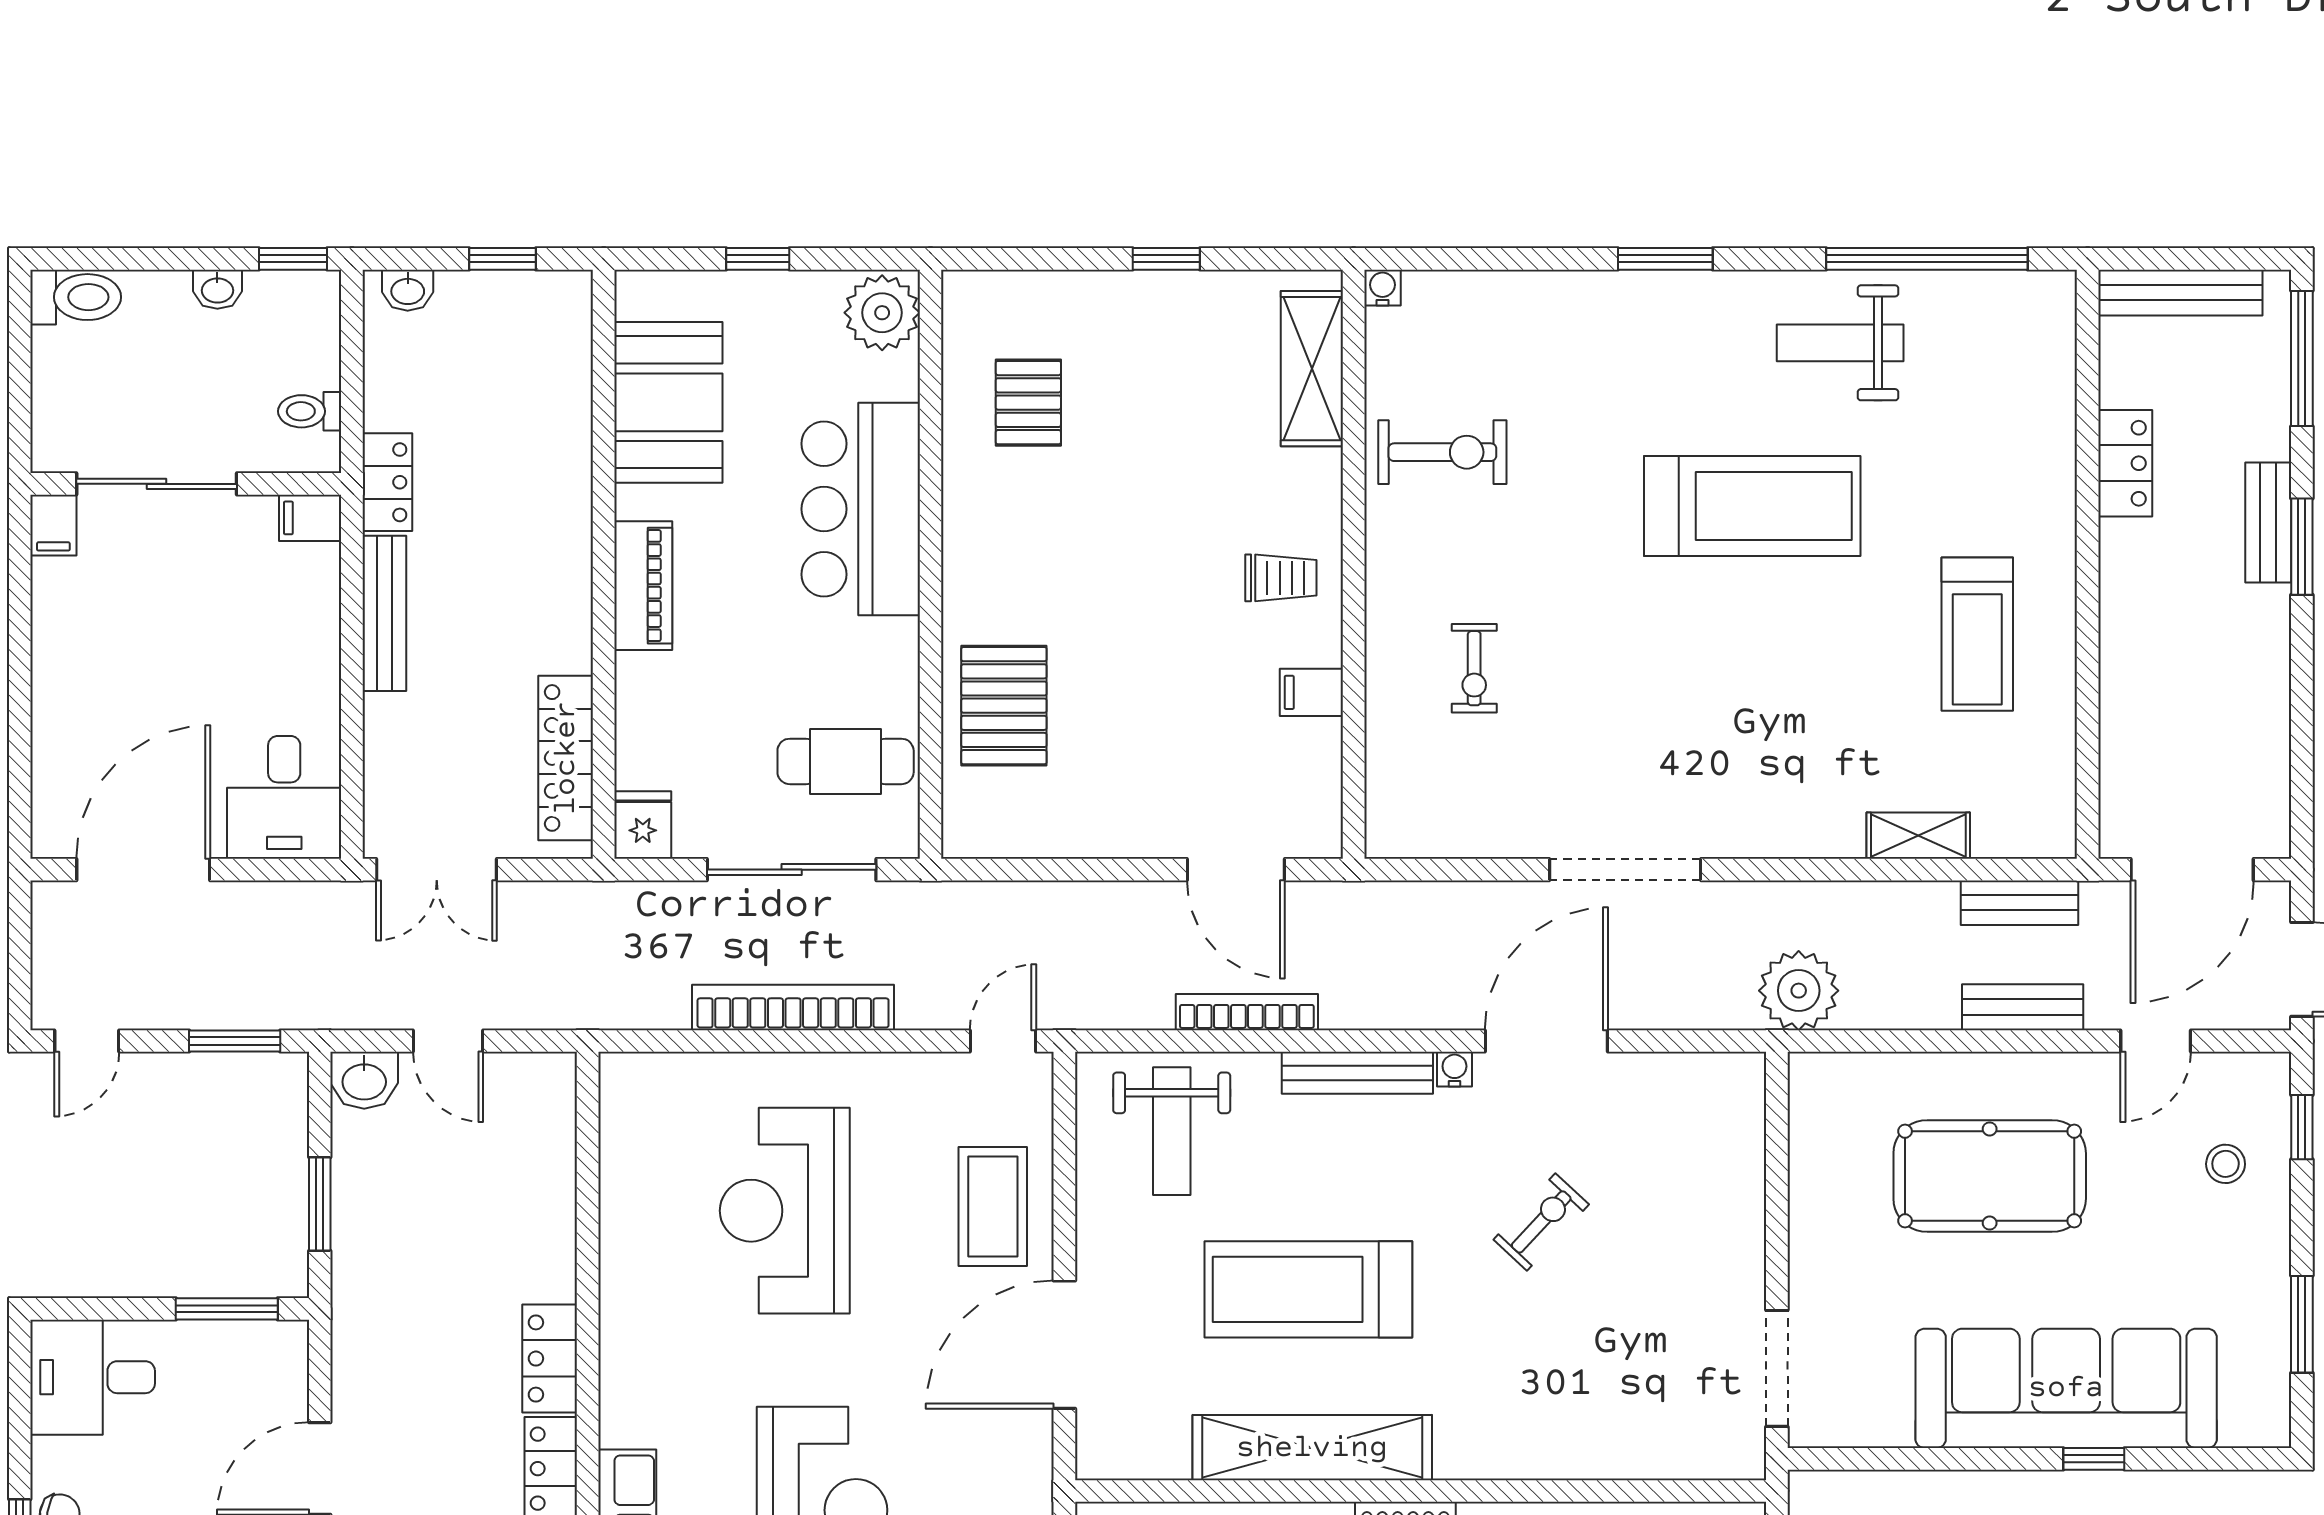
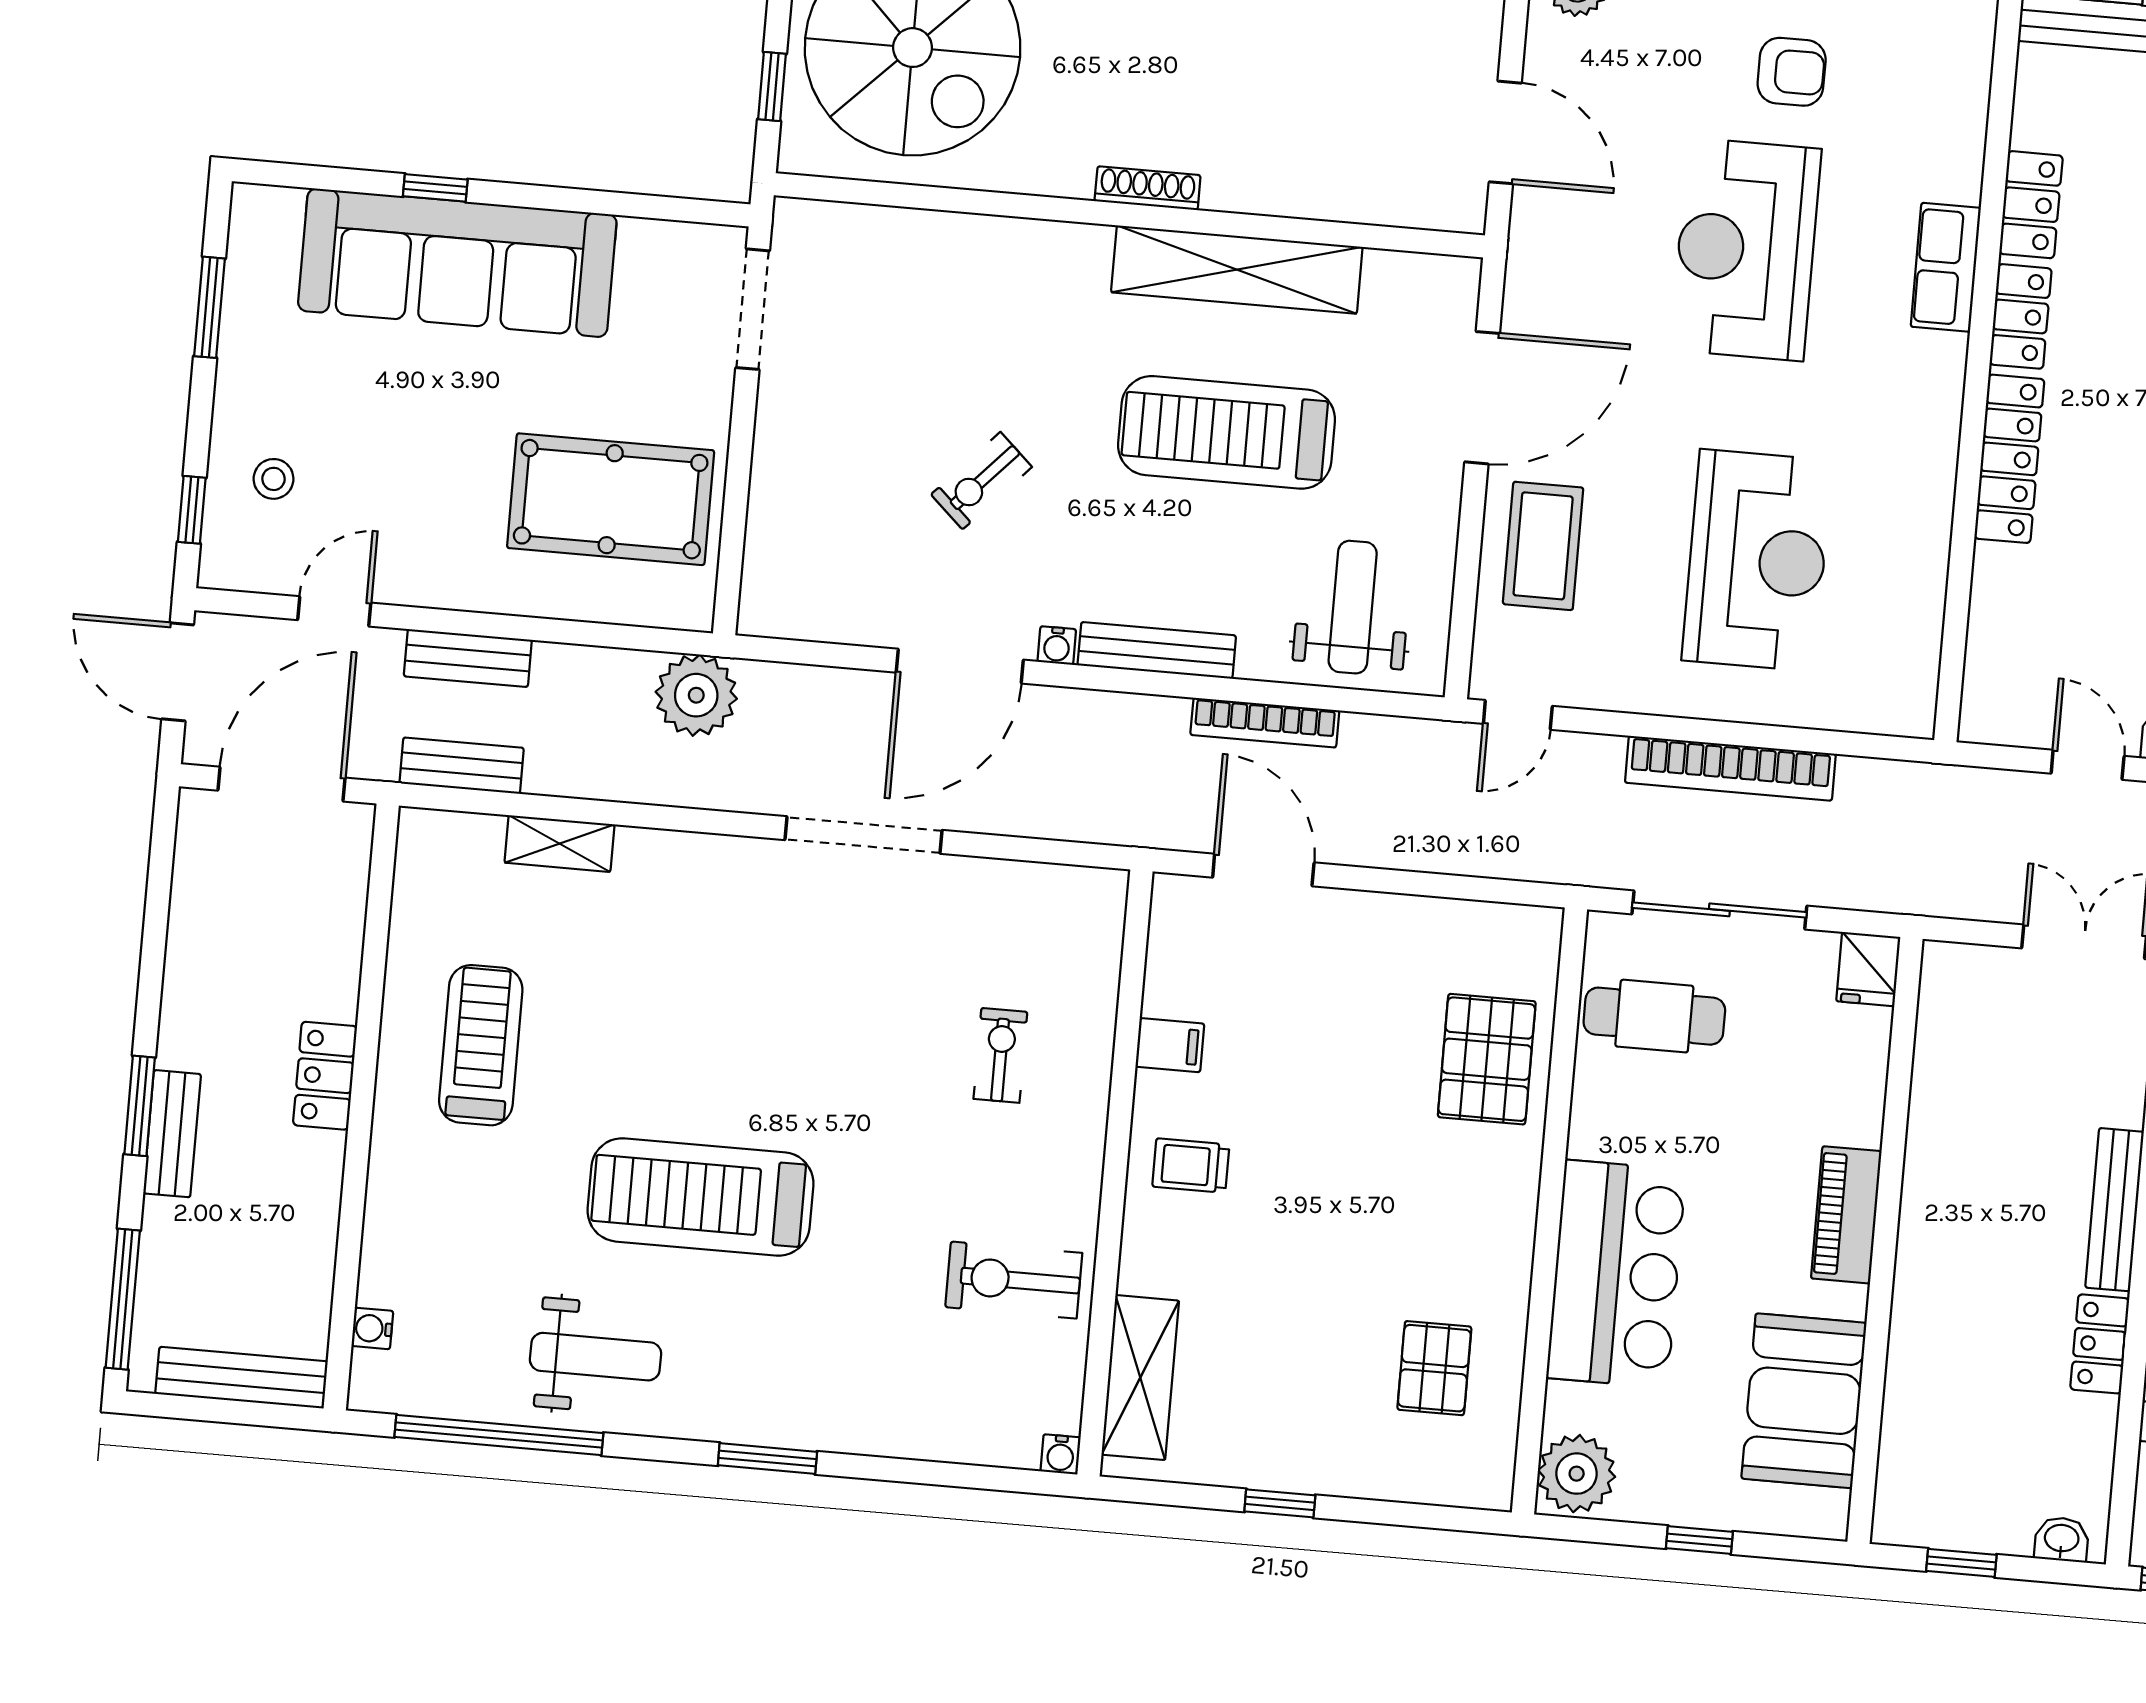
water cooler: (2058, 351) -> (372, 1328), added
locker: (2125, 463) -> (325, 1076), moved
locker: (566, 758) -> (1941, 1045), removed
pool table: (1990, 1176) -> (611, 499), moved
treadmill: (1308, 1289) -> (1227, 432), turned 180
locker: (550, 1359) -> (2009, 459), width x1.53

